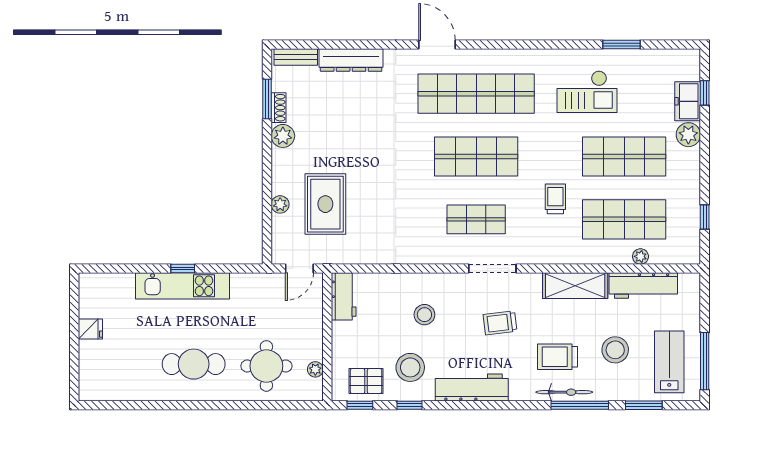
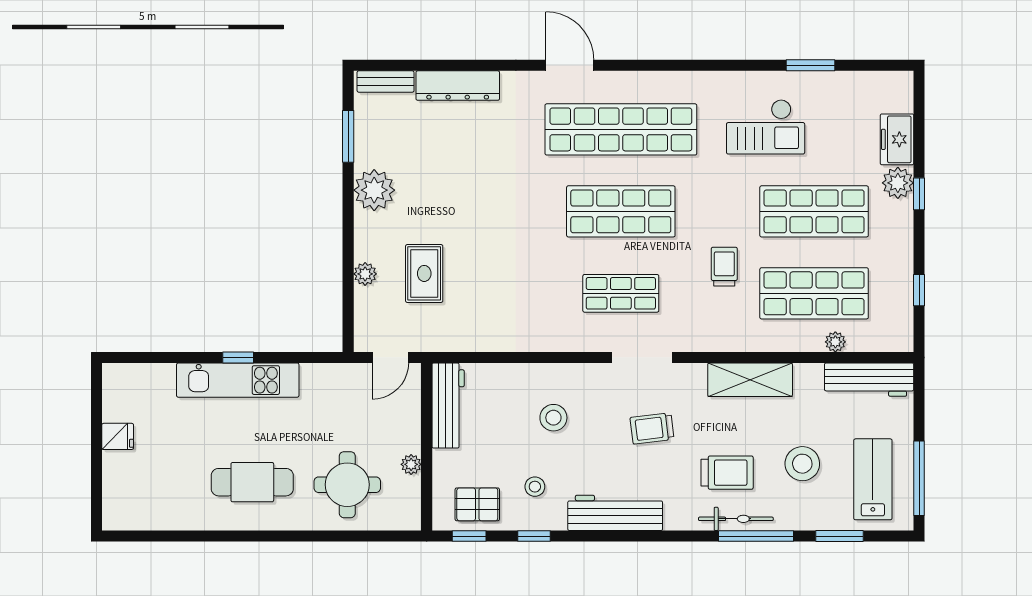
window: (705, 93) -> (919, 194), moved
shoe rack: (279, 108) -> (363, 148), removed
plant: (283, 136) -> (374, 190), width x1.36, depth x1.36
rug: (325, 204) -> (424, 273), width x0.73, depth x0.70
workbench: (643, 285) -> (869, 380), moved
workbench: (344, 296) -> (448, 406), width x1.38
trolley: (558, 357) -> (727, 473), turned 180
stool: (410, 367) -> (535, 487), width x0.53, depth x0.53
plant: (315, 369) -> (411, 464), moved

